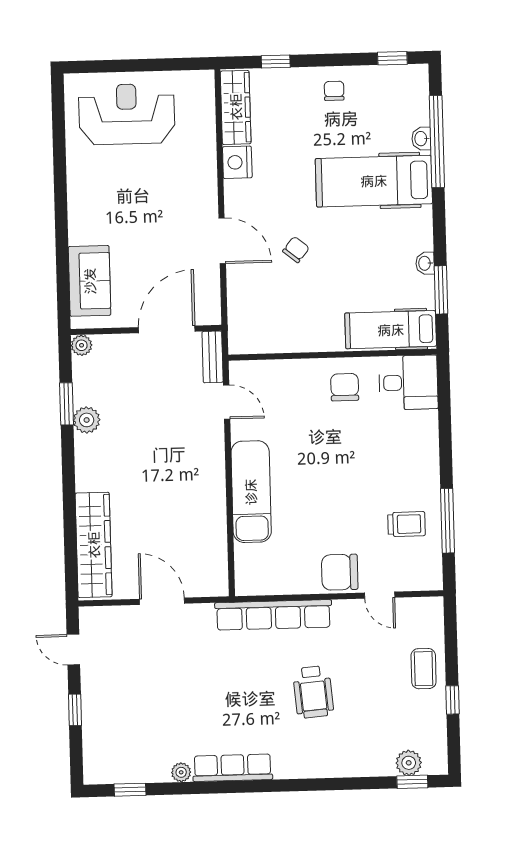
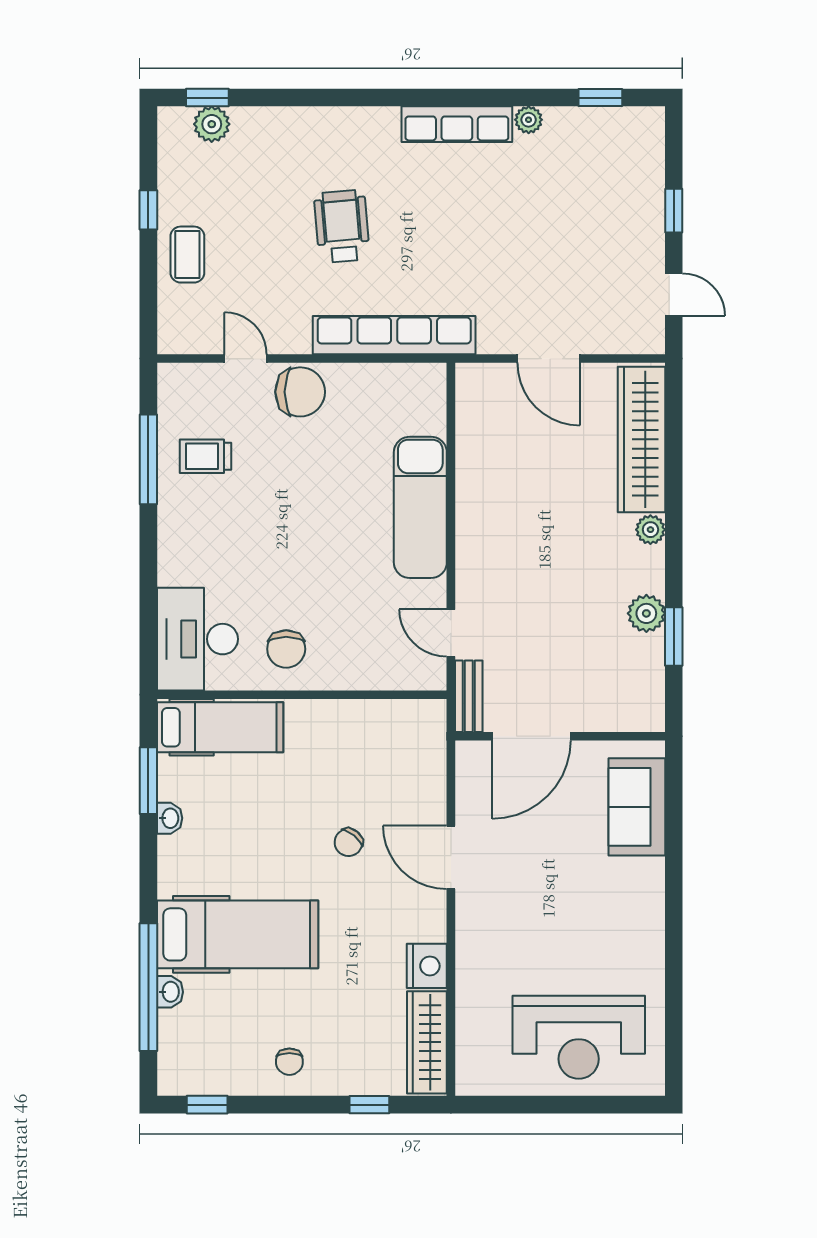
plant: (82, 345) -> (650, 530), moved
desk: (408, 383) -> (197, 639), width x1.37

